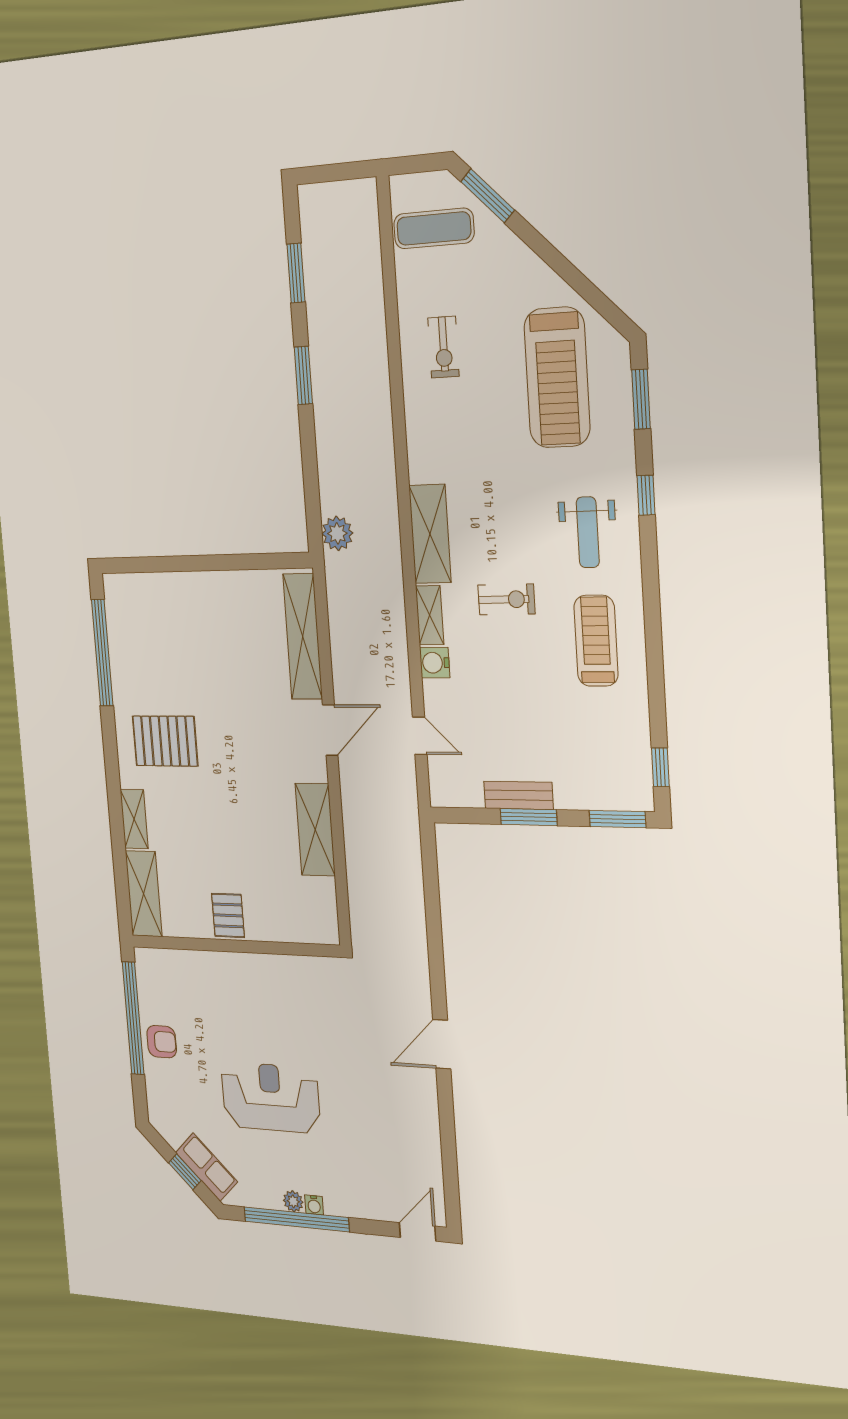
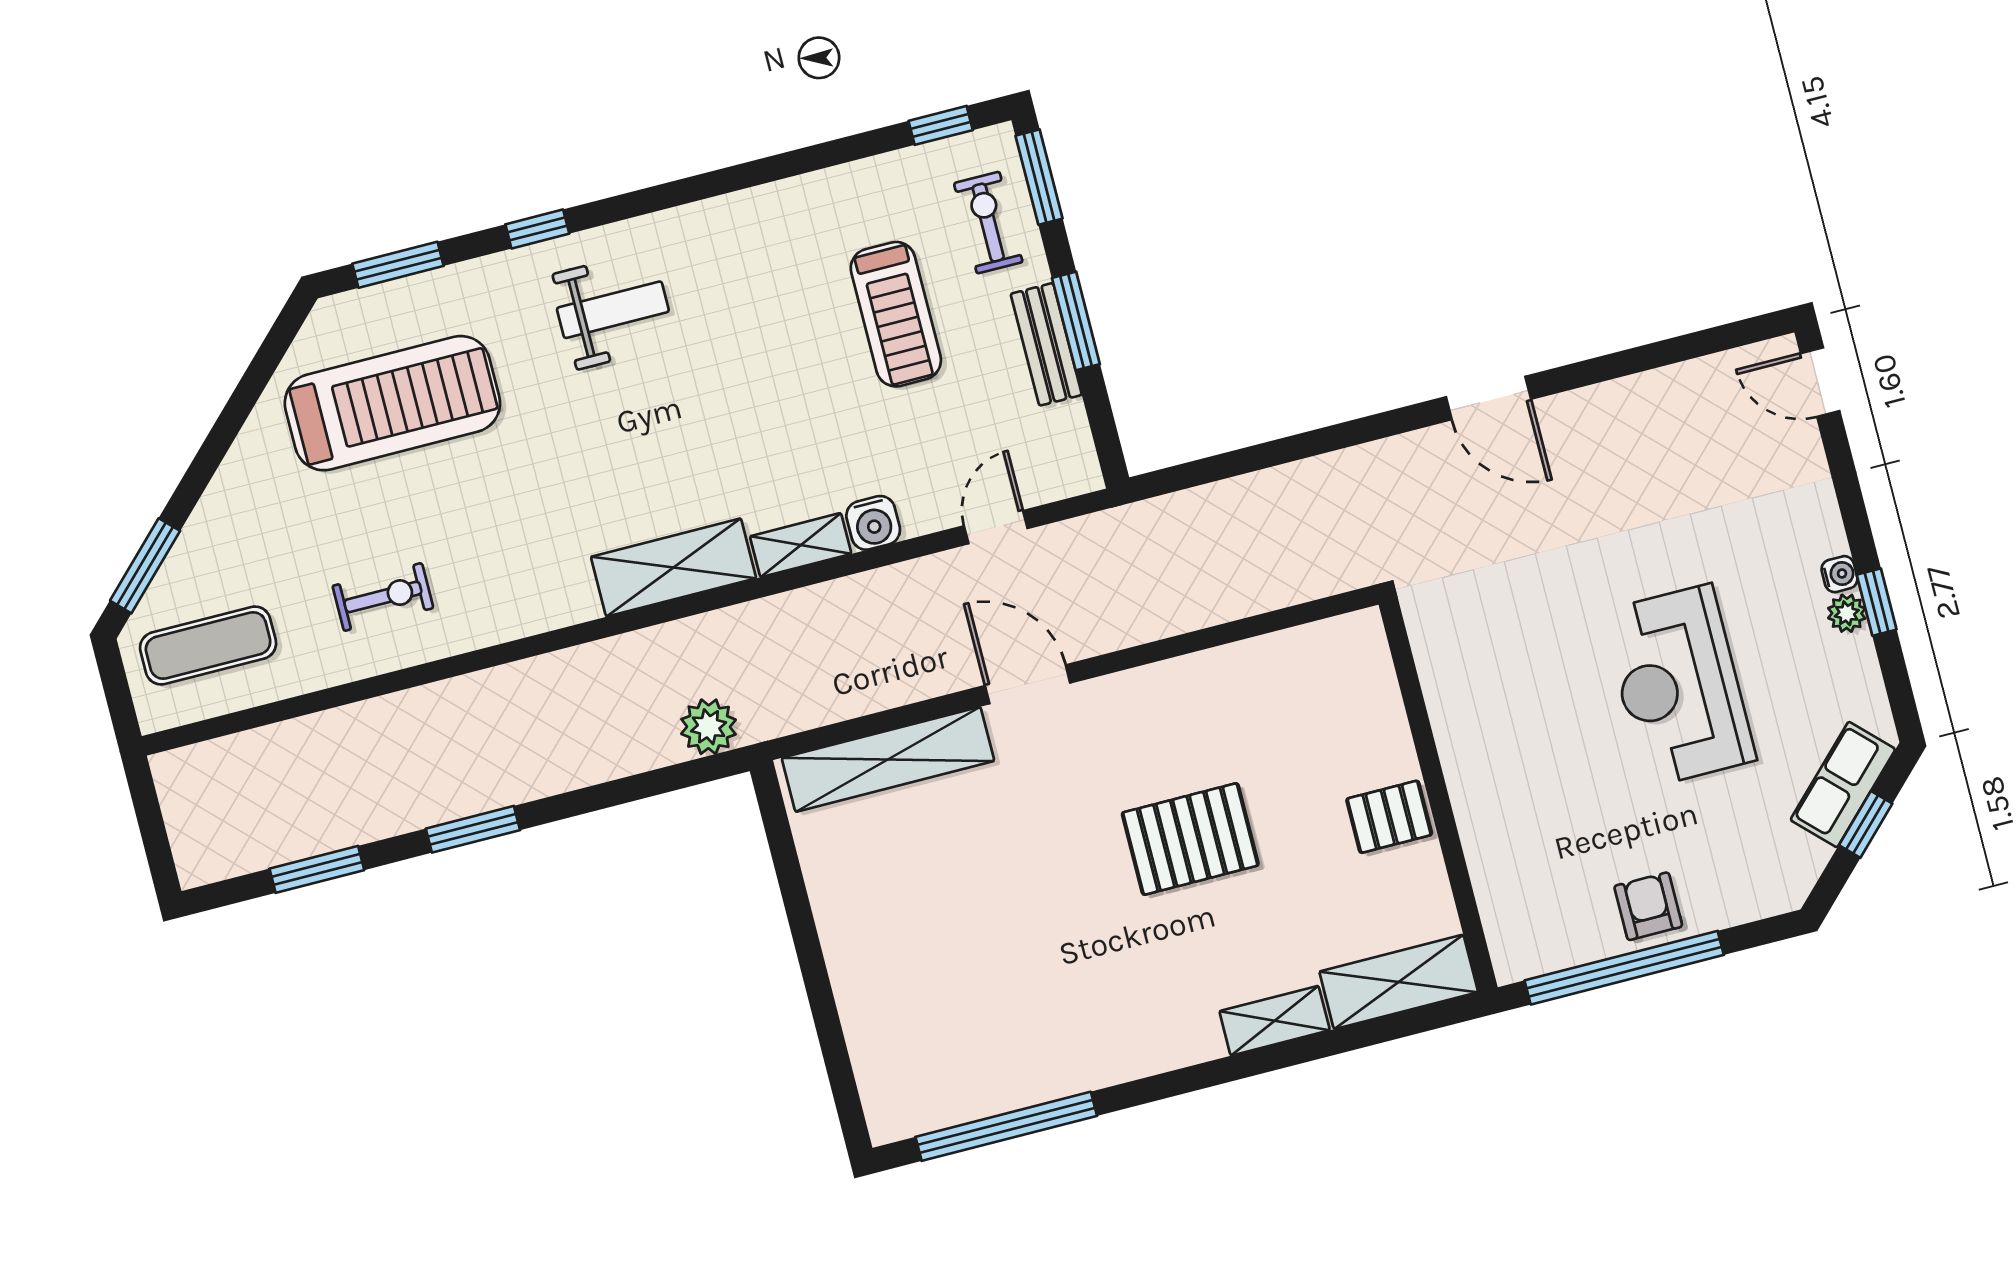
exercise mat: (434, 228) -> (208, 645), turned 90
exercise bike: (506, 599) -> (988, 223), moved
treadmill: (596, 641) -> (896, 314), moved, turned -90
pallet: (165, 741) -> (1190, 839), moved, turned 90
shelving: (315, 830) -> (1199, 683), removed
window: (296, 1219) -> (1877, 602), width x0.32

